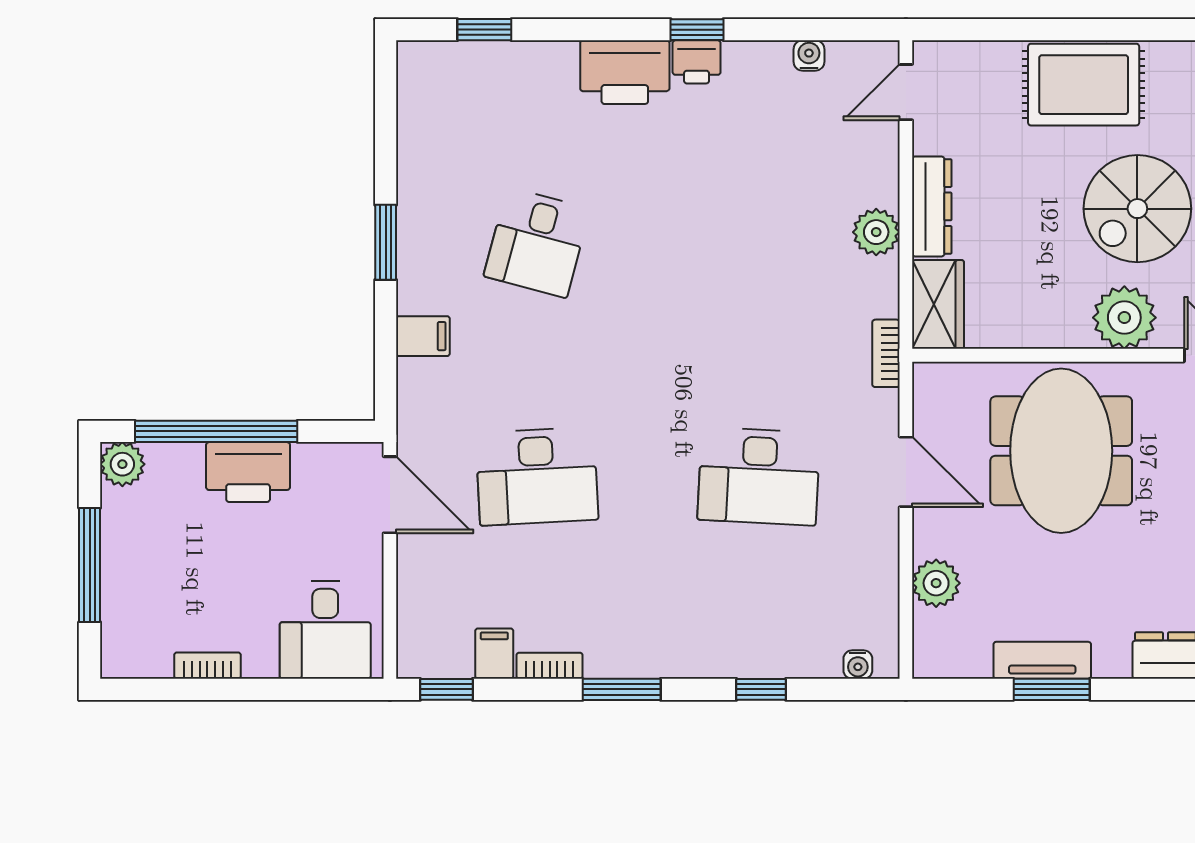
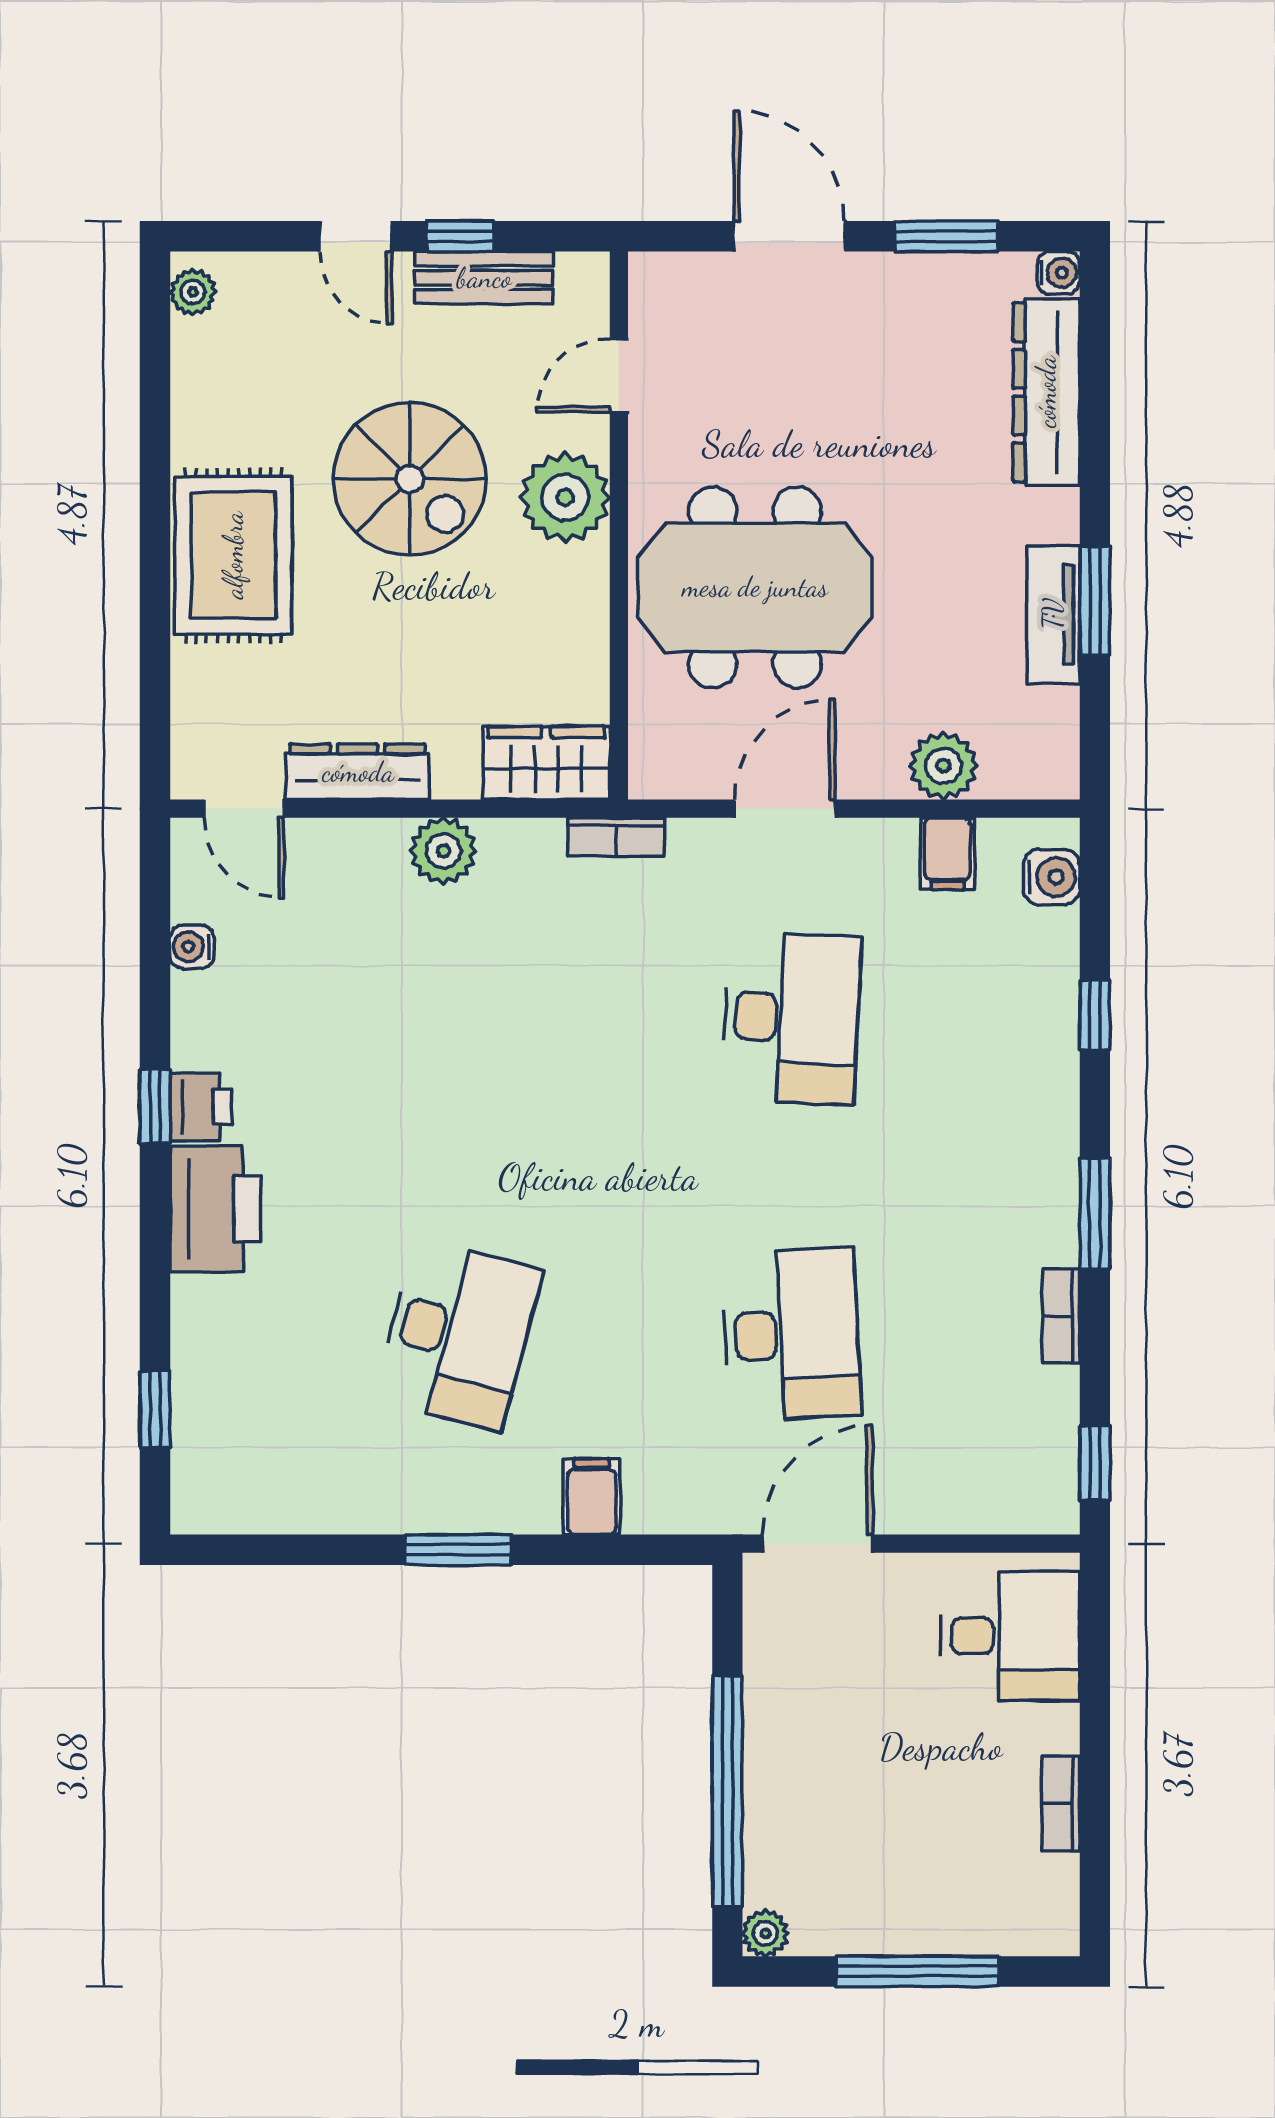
dresser: (932, 206) -> (358, 772), moved
desk: (537, 243) -> (458, 1334), width x1.37
plant: (122, 464) -> (765, 1933), width x0.73, depth x0.73
printer: (248, 472) -> (785, 1746), removed
filing cabinet: (494, 654) -> (948, 854), moved, turned -90
water cooler: (858, 665) -> (1052, 877), width x1.38, depth x1.38

